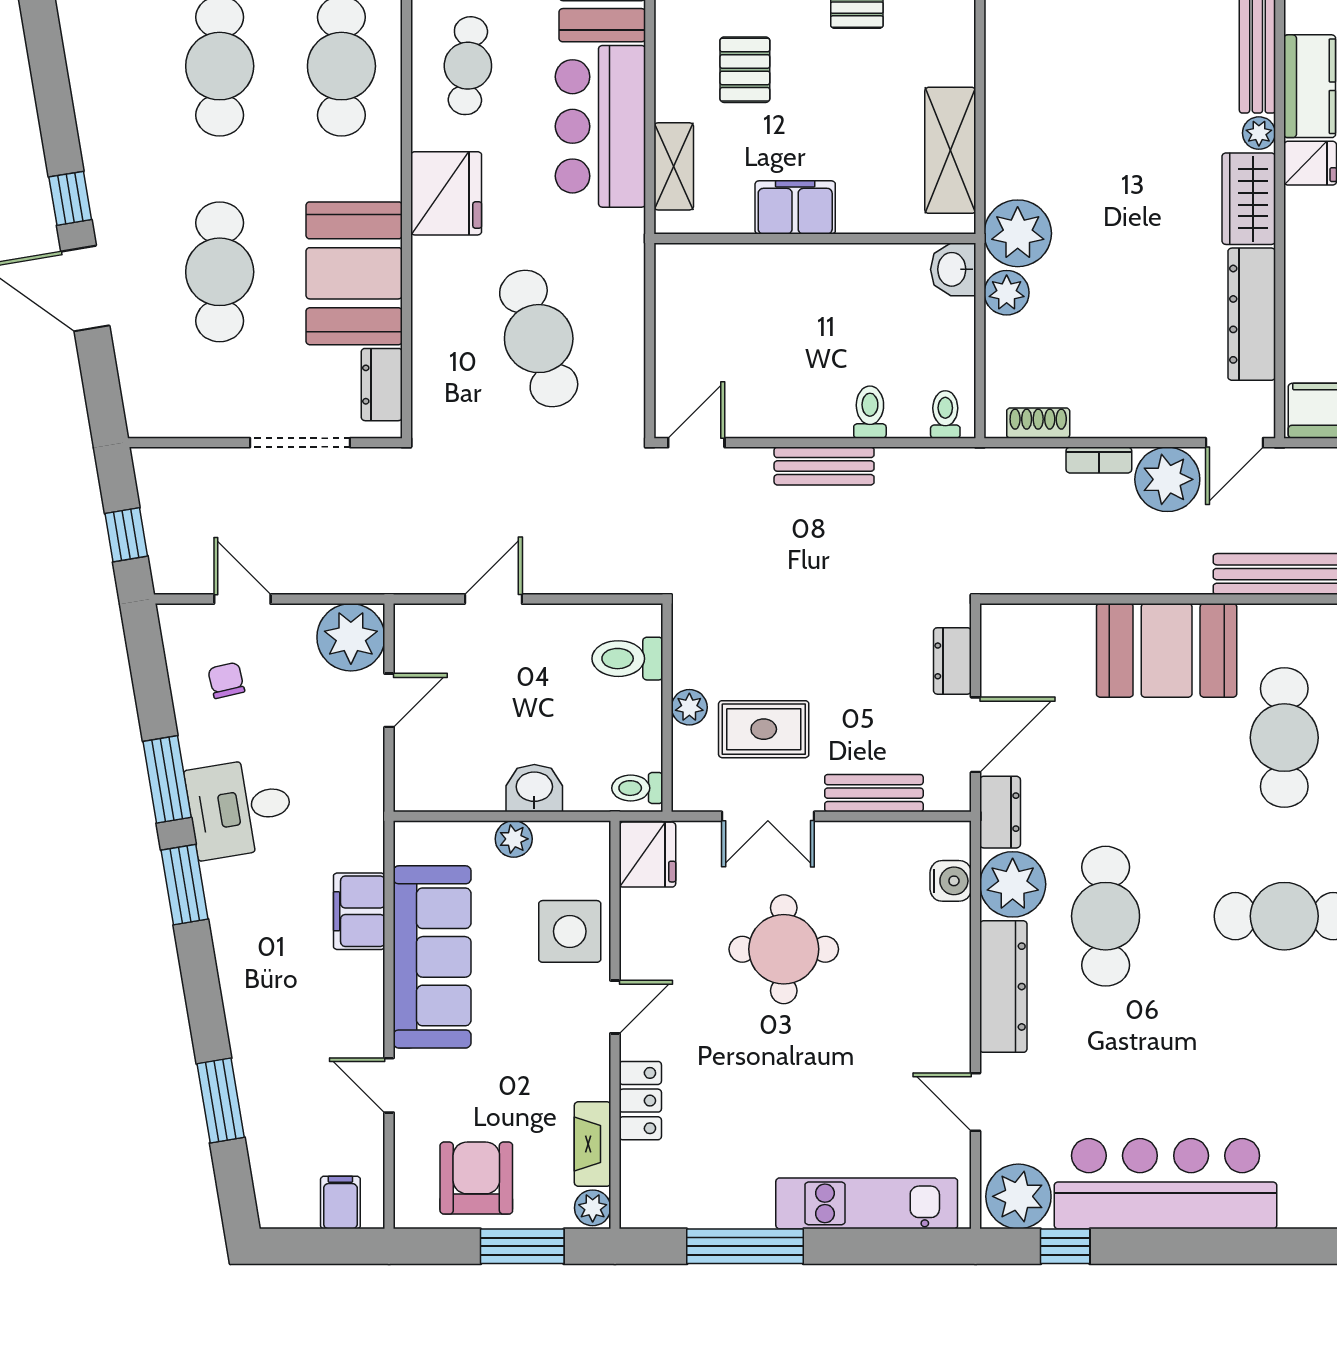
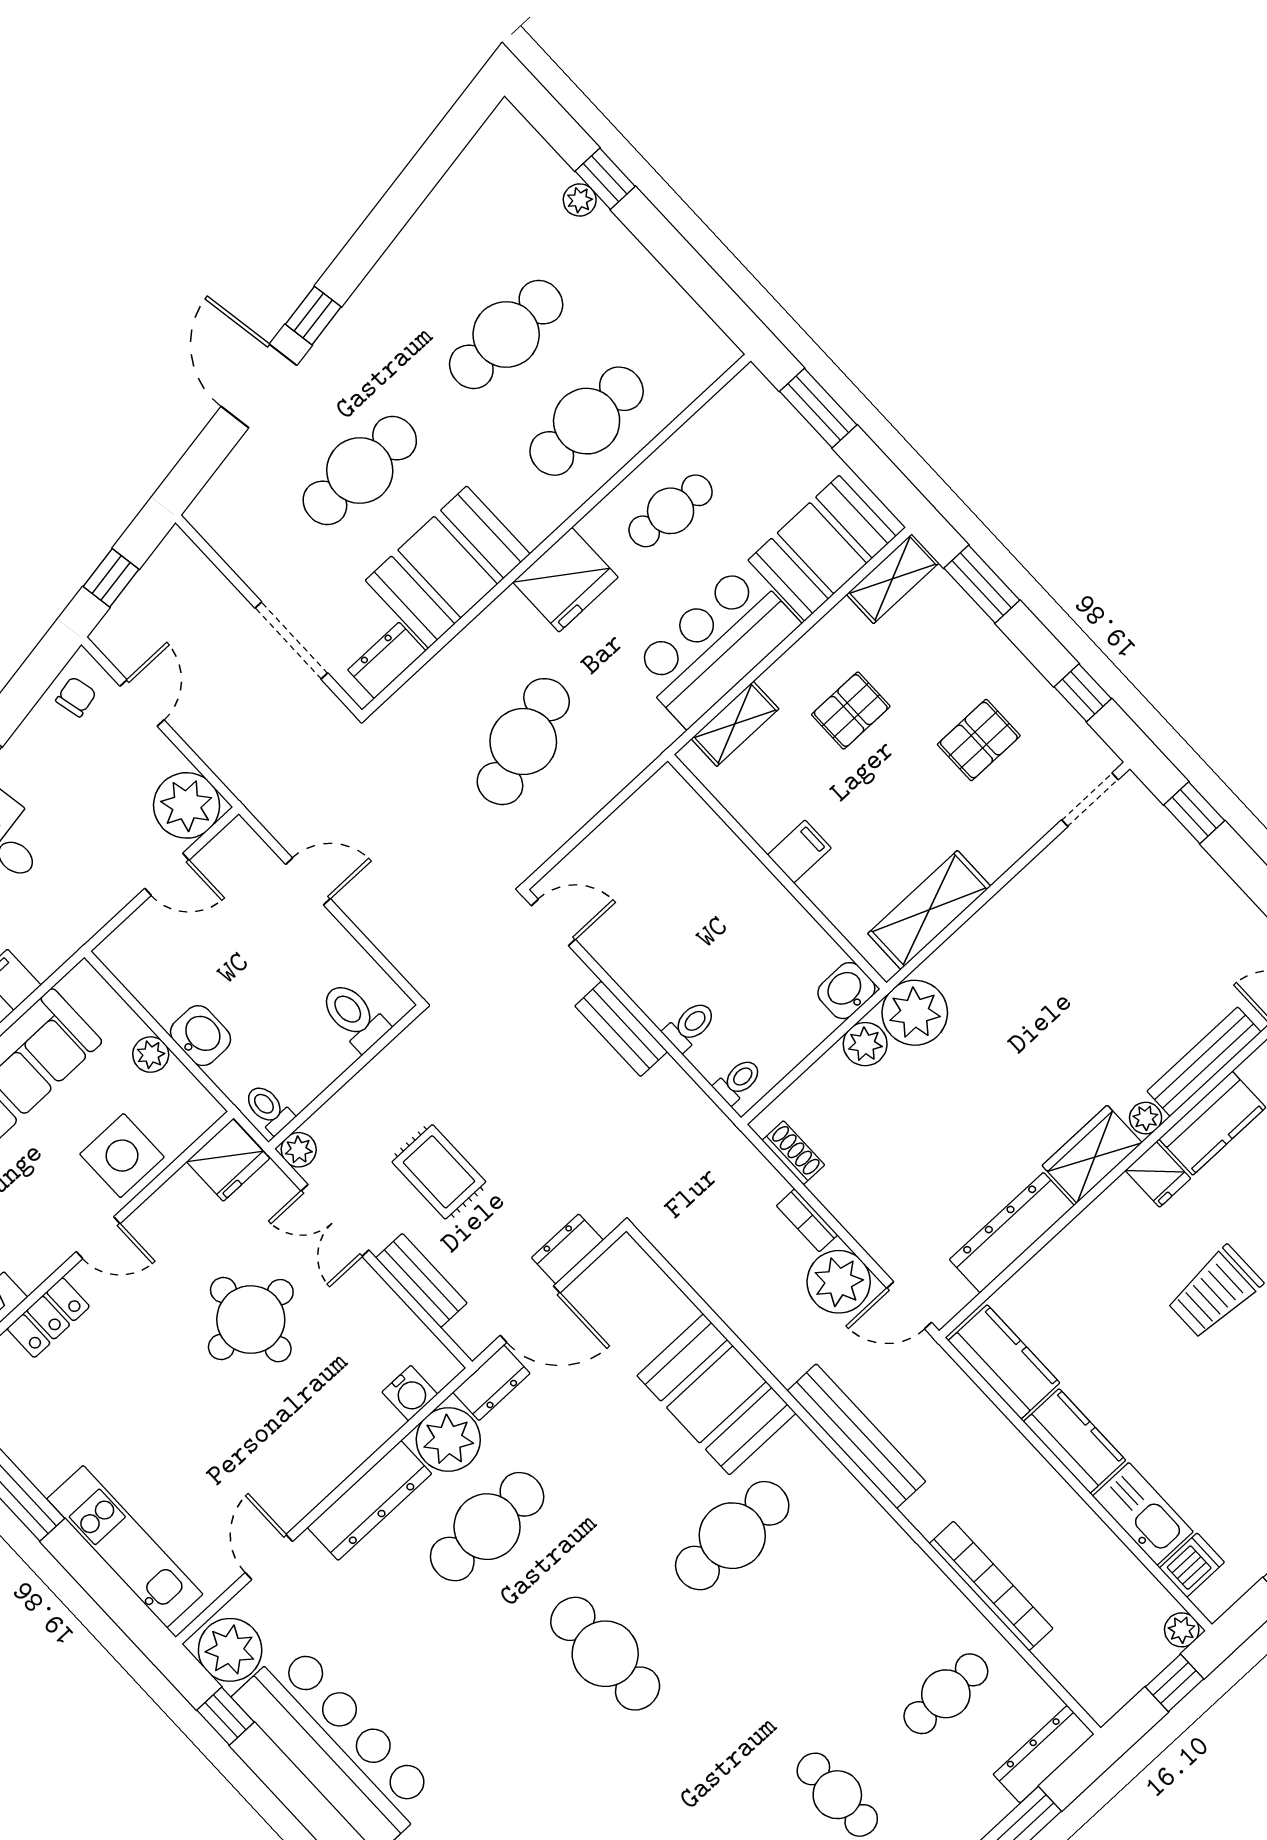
filing cabinet: (795, 207) -> (799, 852), width x0.50
chair: (226, 680) -> (76, 697), moved
plant: (689, 707) -> (299, 1150), moved
rug: (764, 729) -> (439, 1172), moved

